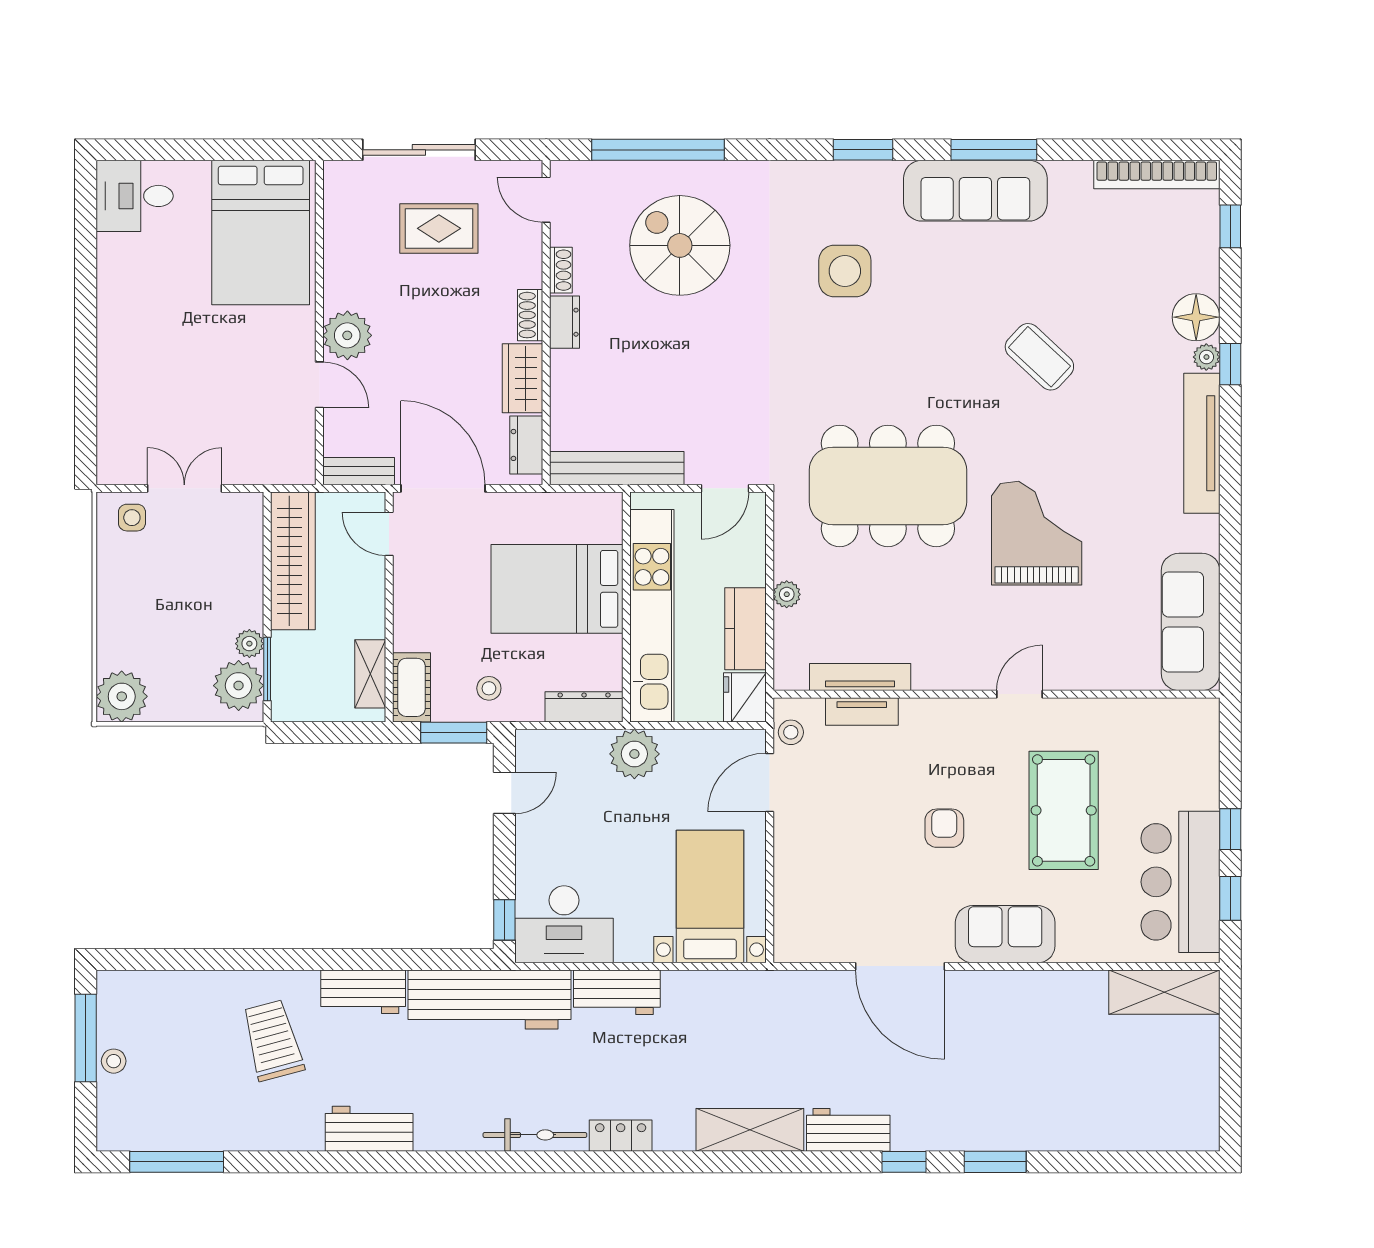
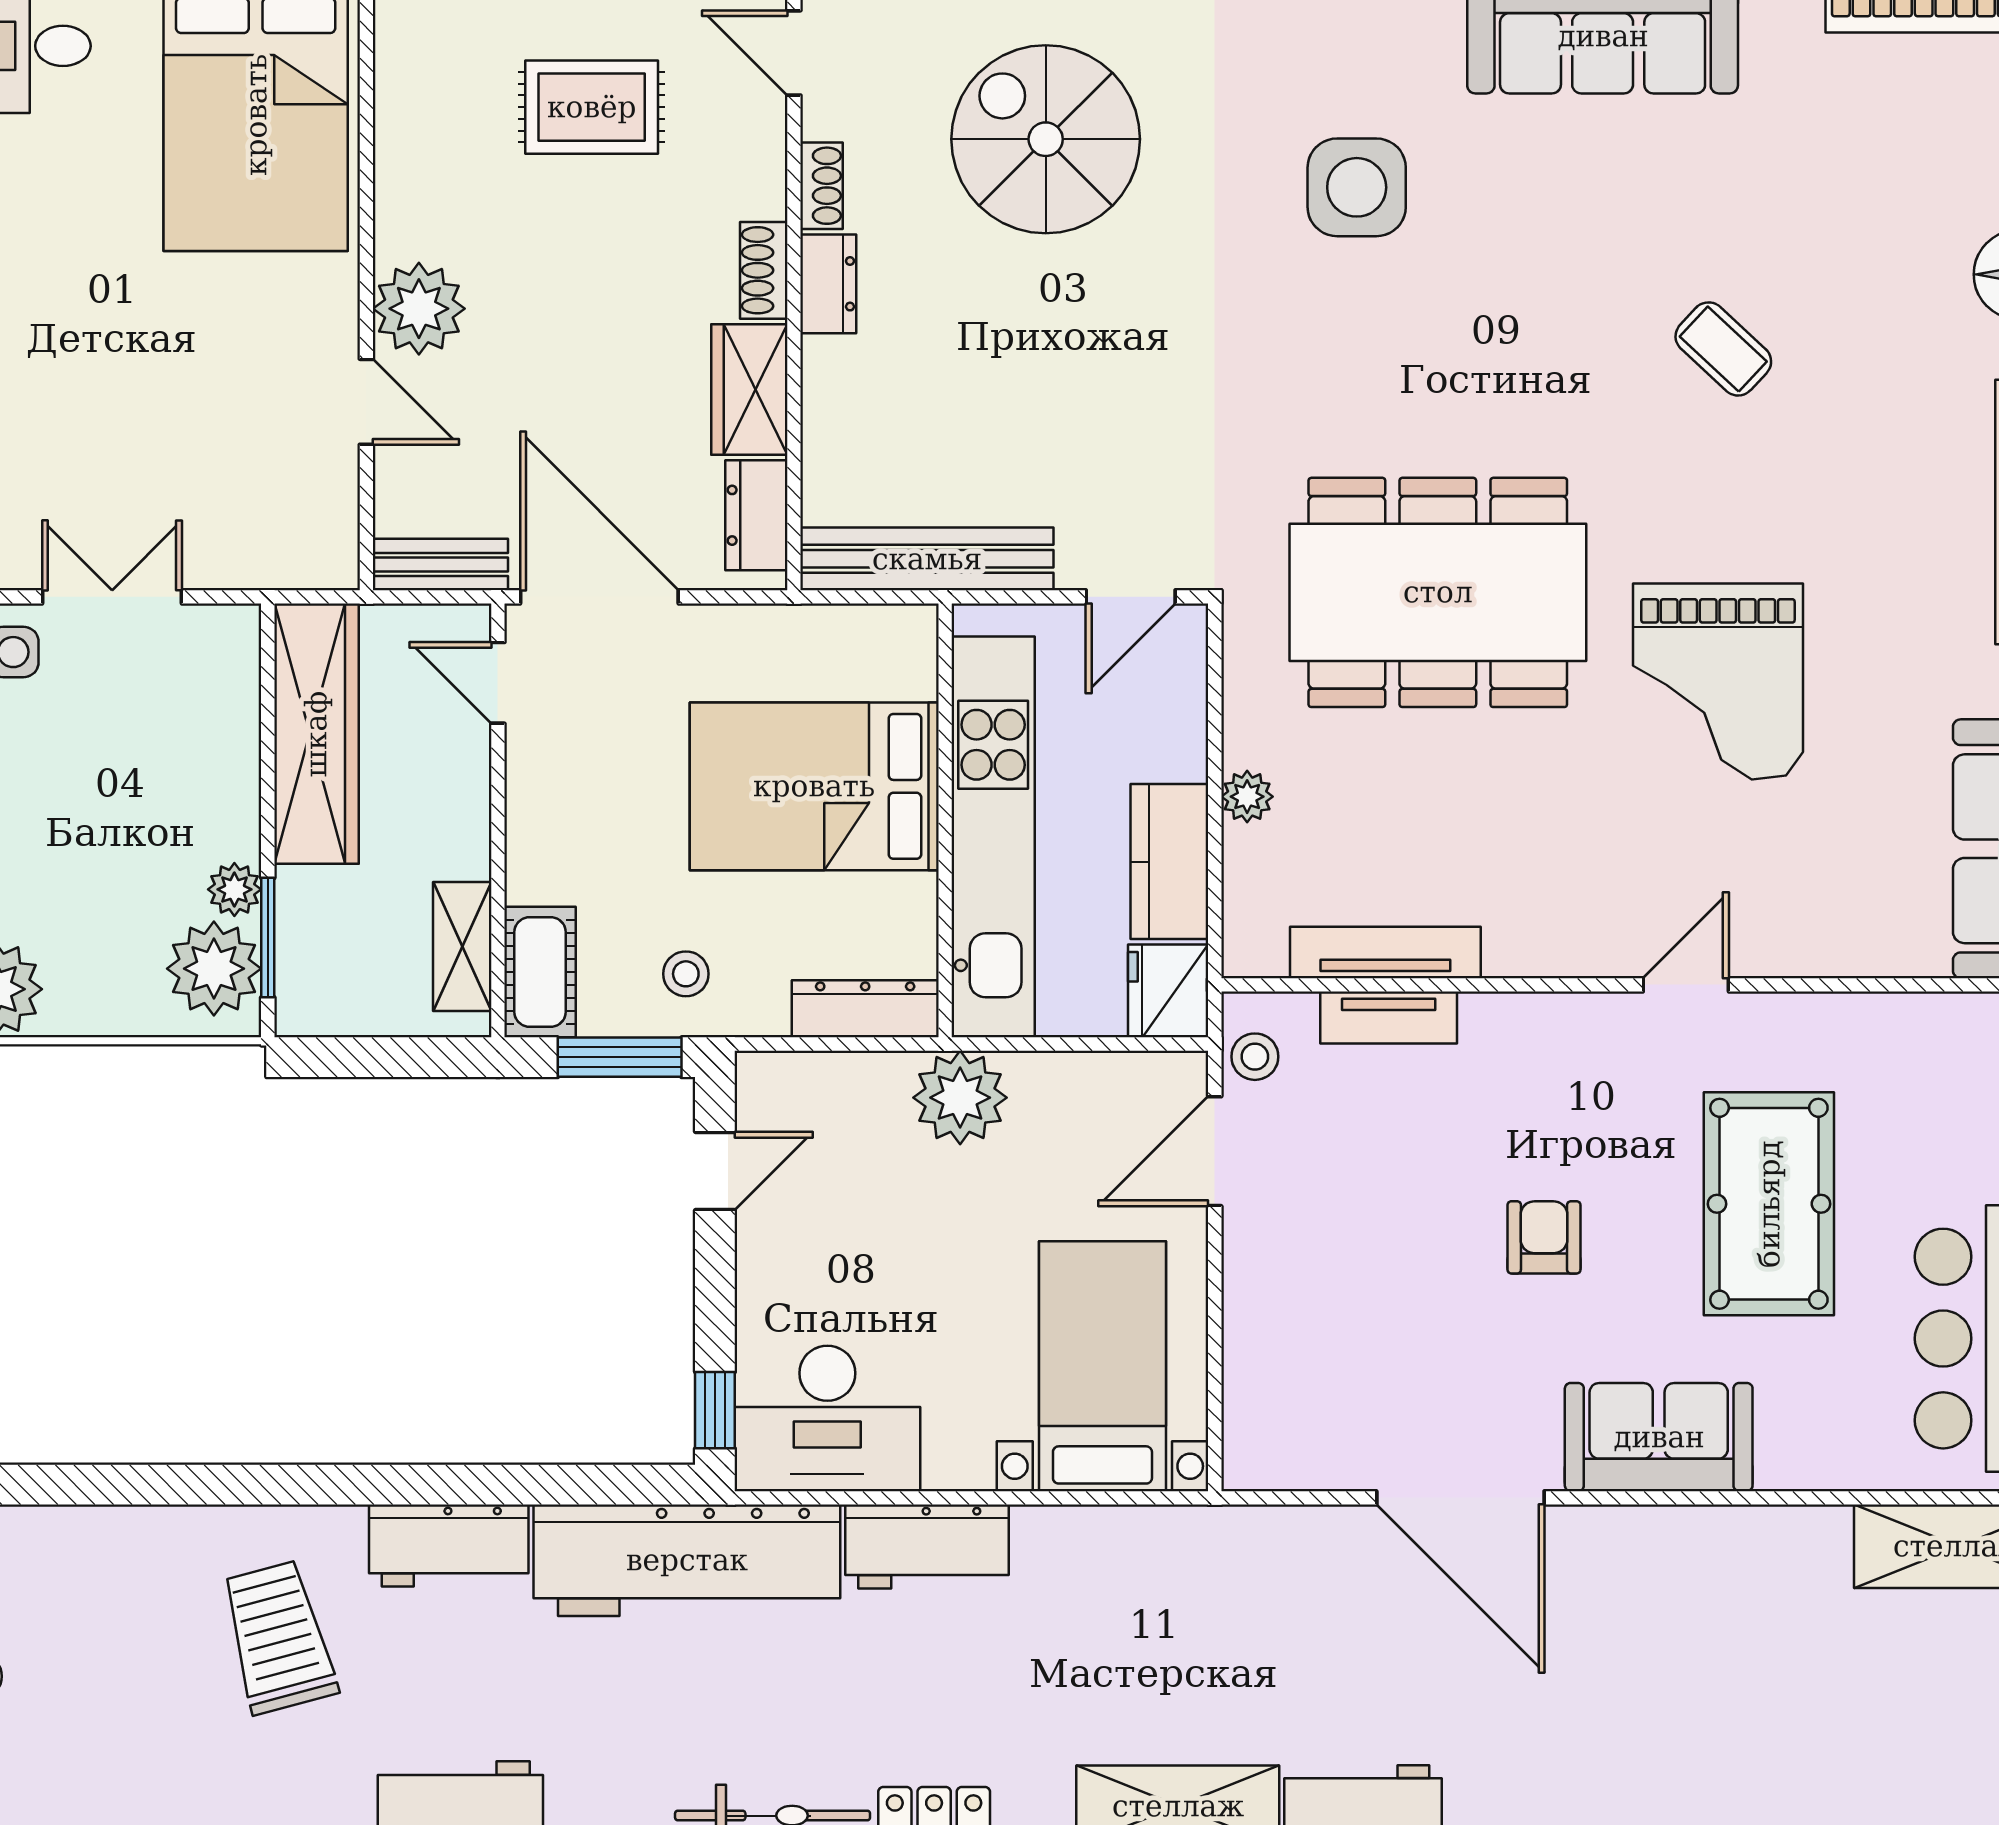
coffee table: (1039, 357) -> (1723, 349), width x0.73, depth x0.77
grand piano: (1037, 533) -> (1718, 681), turned 180

